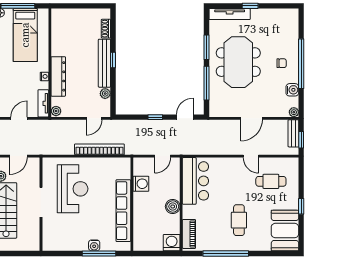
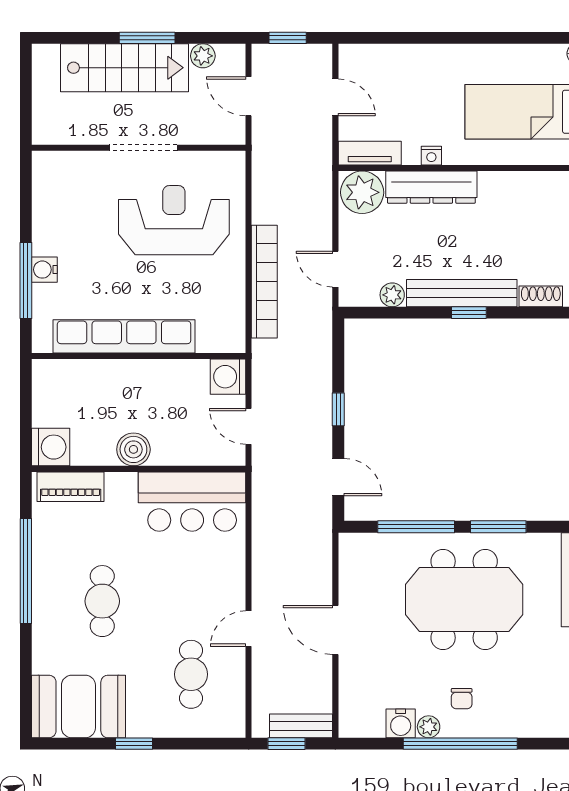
plant: (56, 111) -> (362, 192), width x1.87, depth x1.87
plant: (294, 112) -> (429, 727), moved
washing machine: (141, 184) -> (228, 377), moved, turned 90
reception desk: (73, 189) -> (174, 220), turned 180
cafe table: (239, 220) -> (102, 601), turned 90

